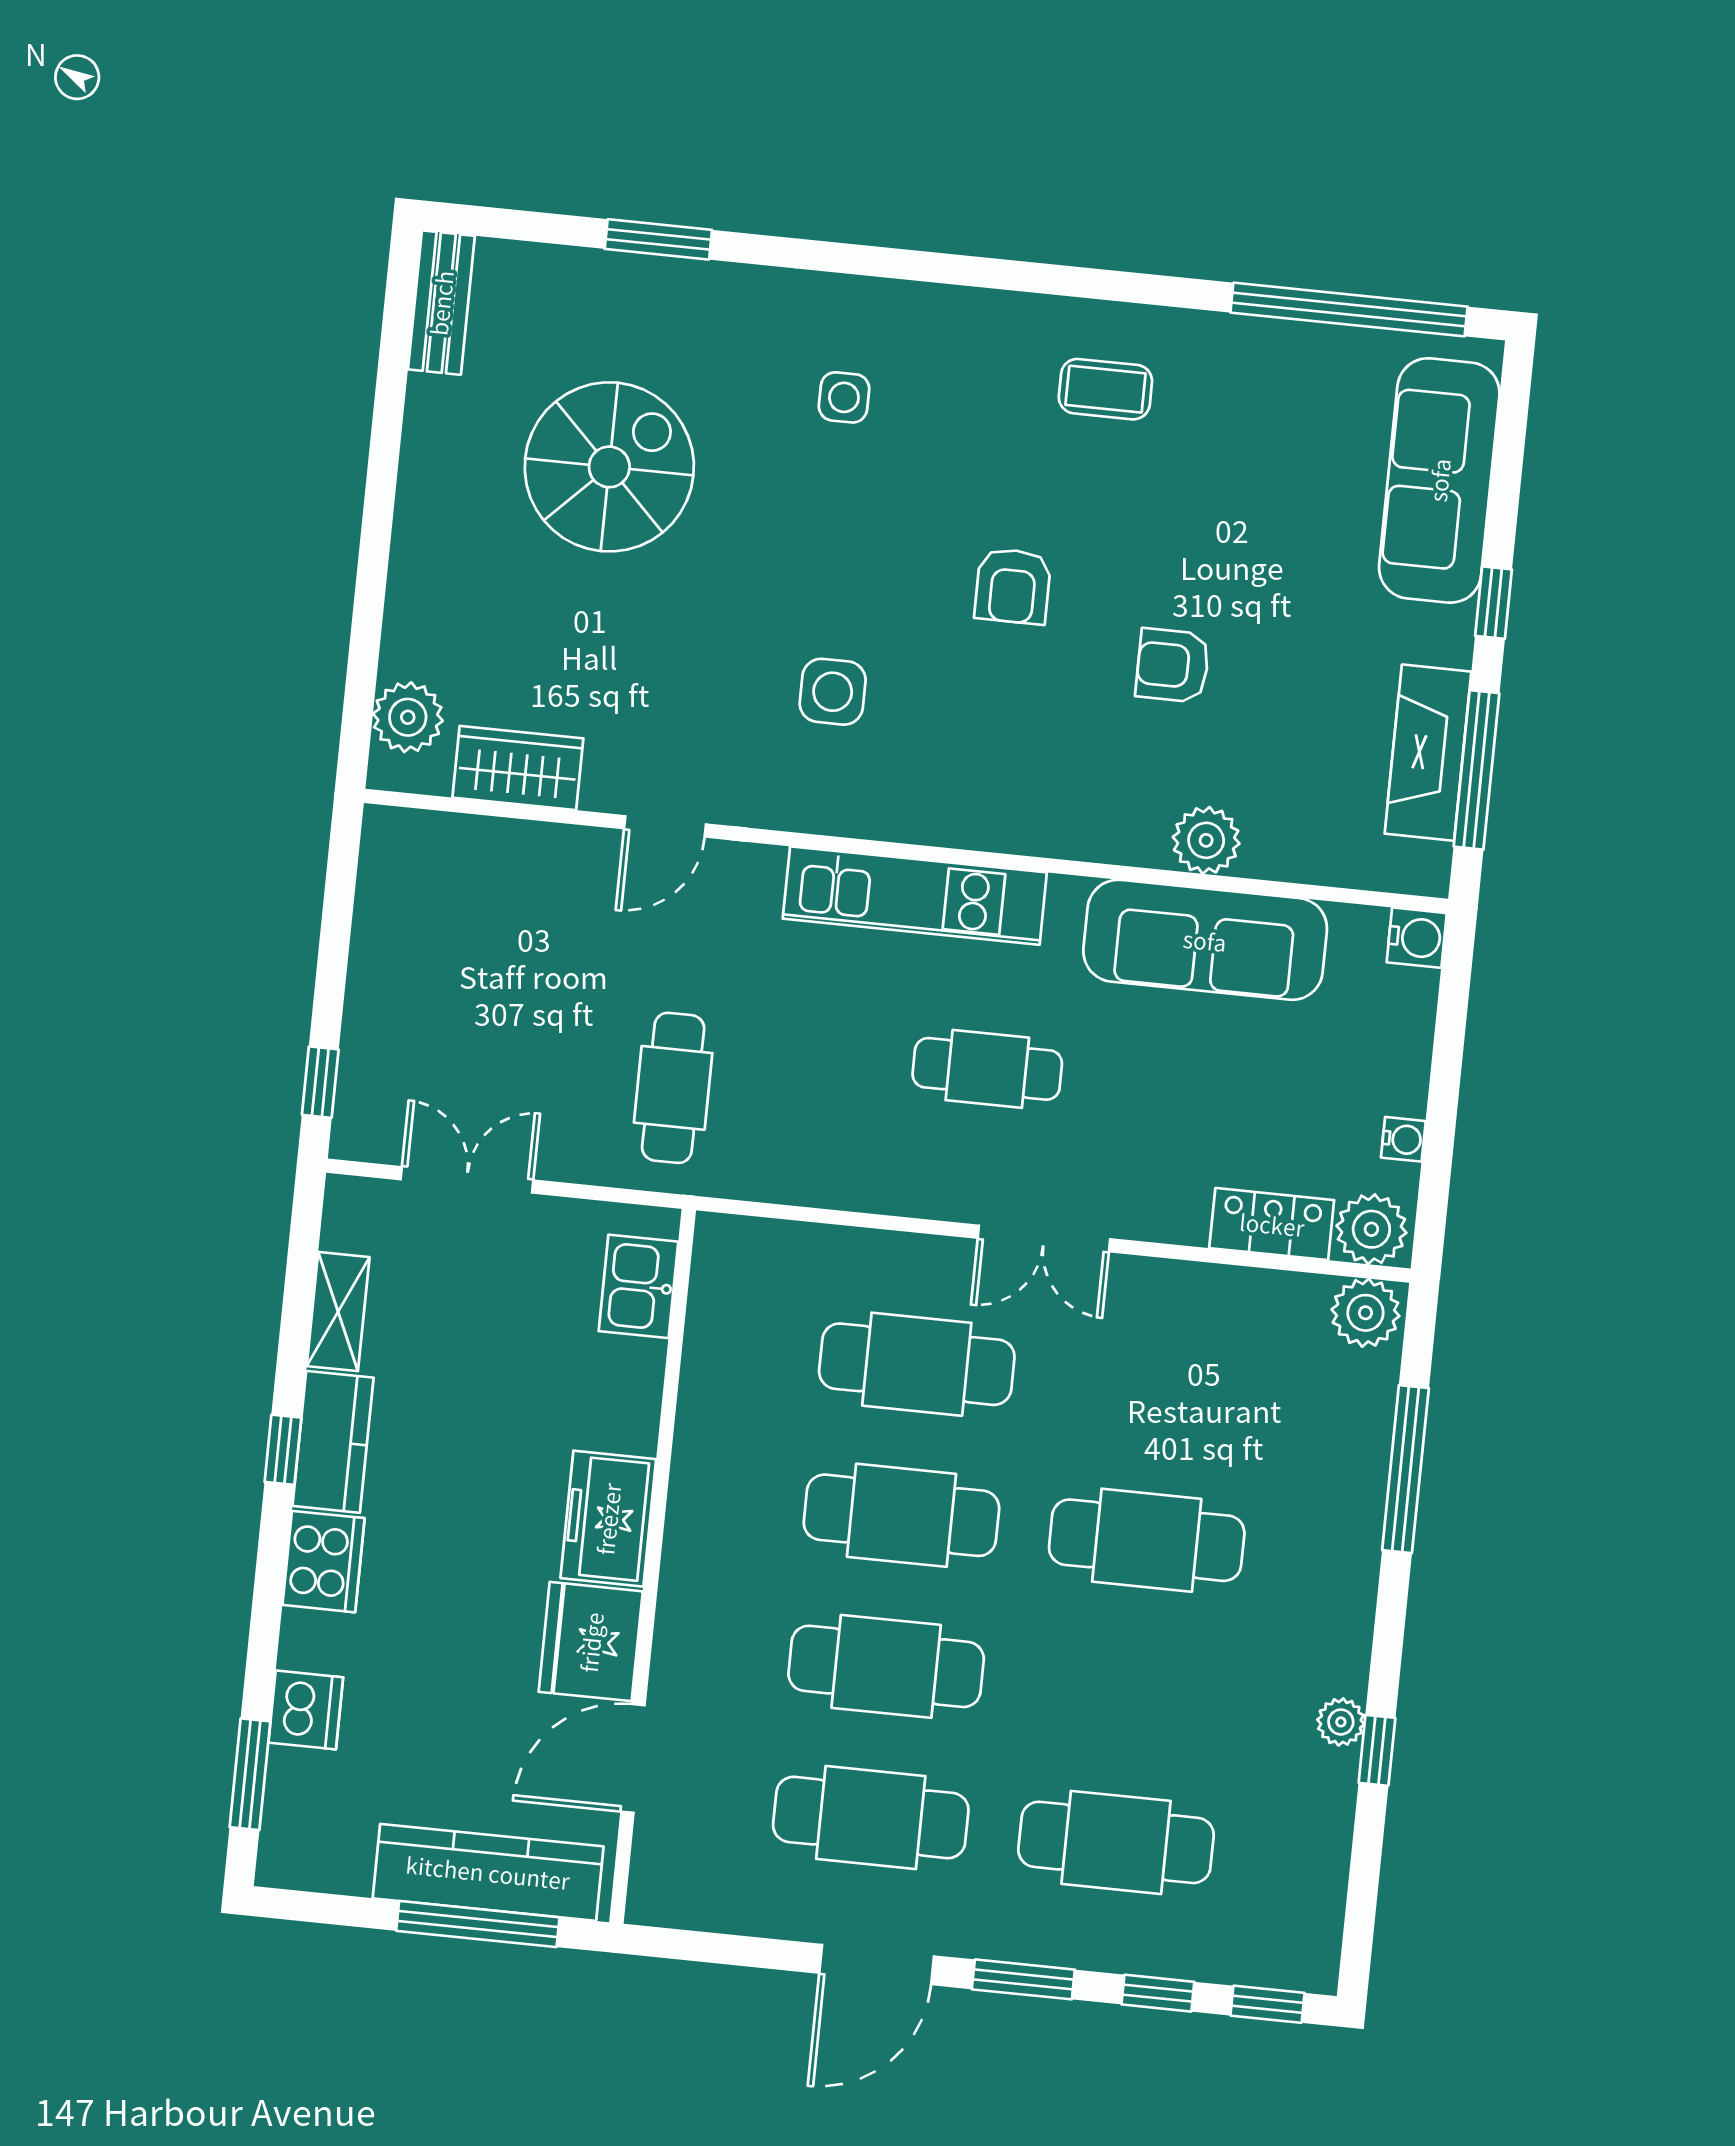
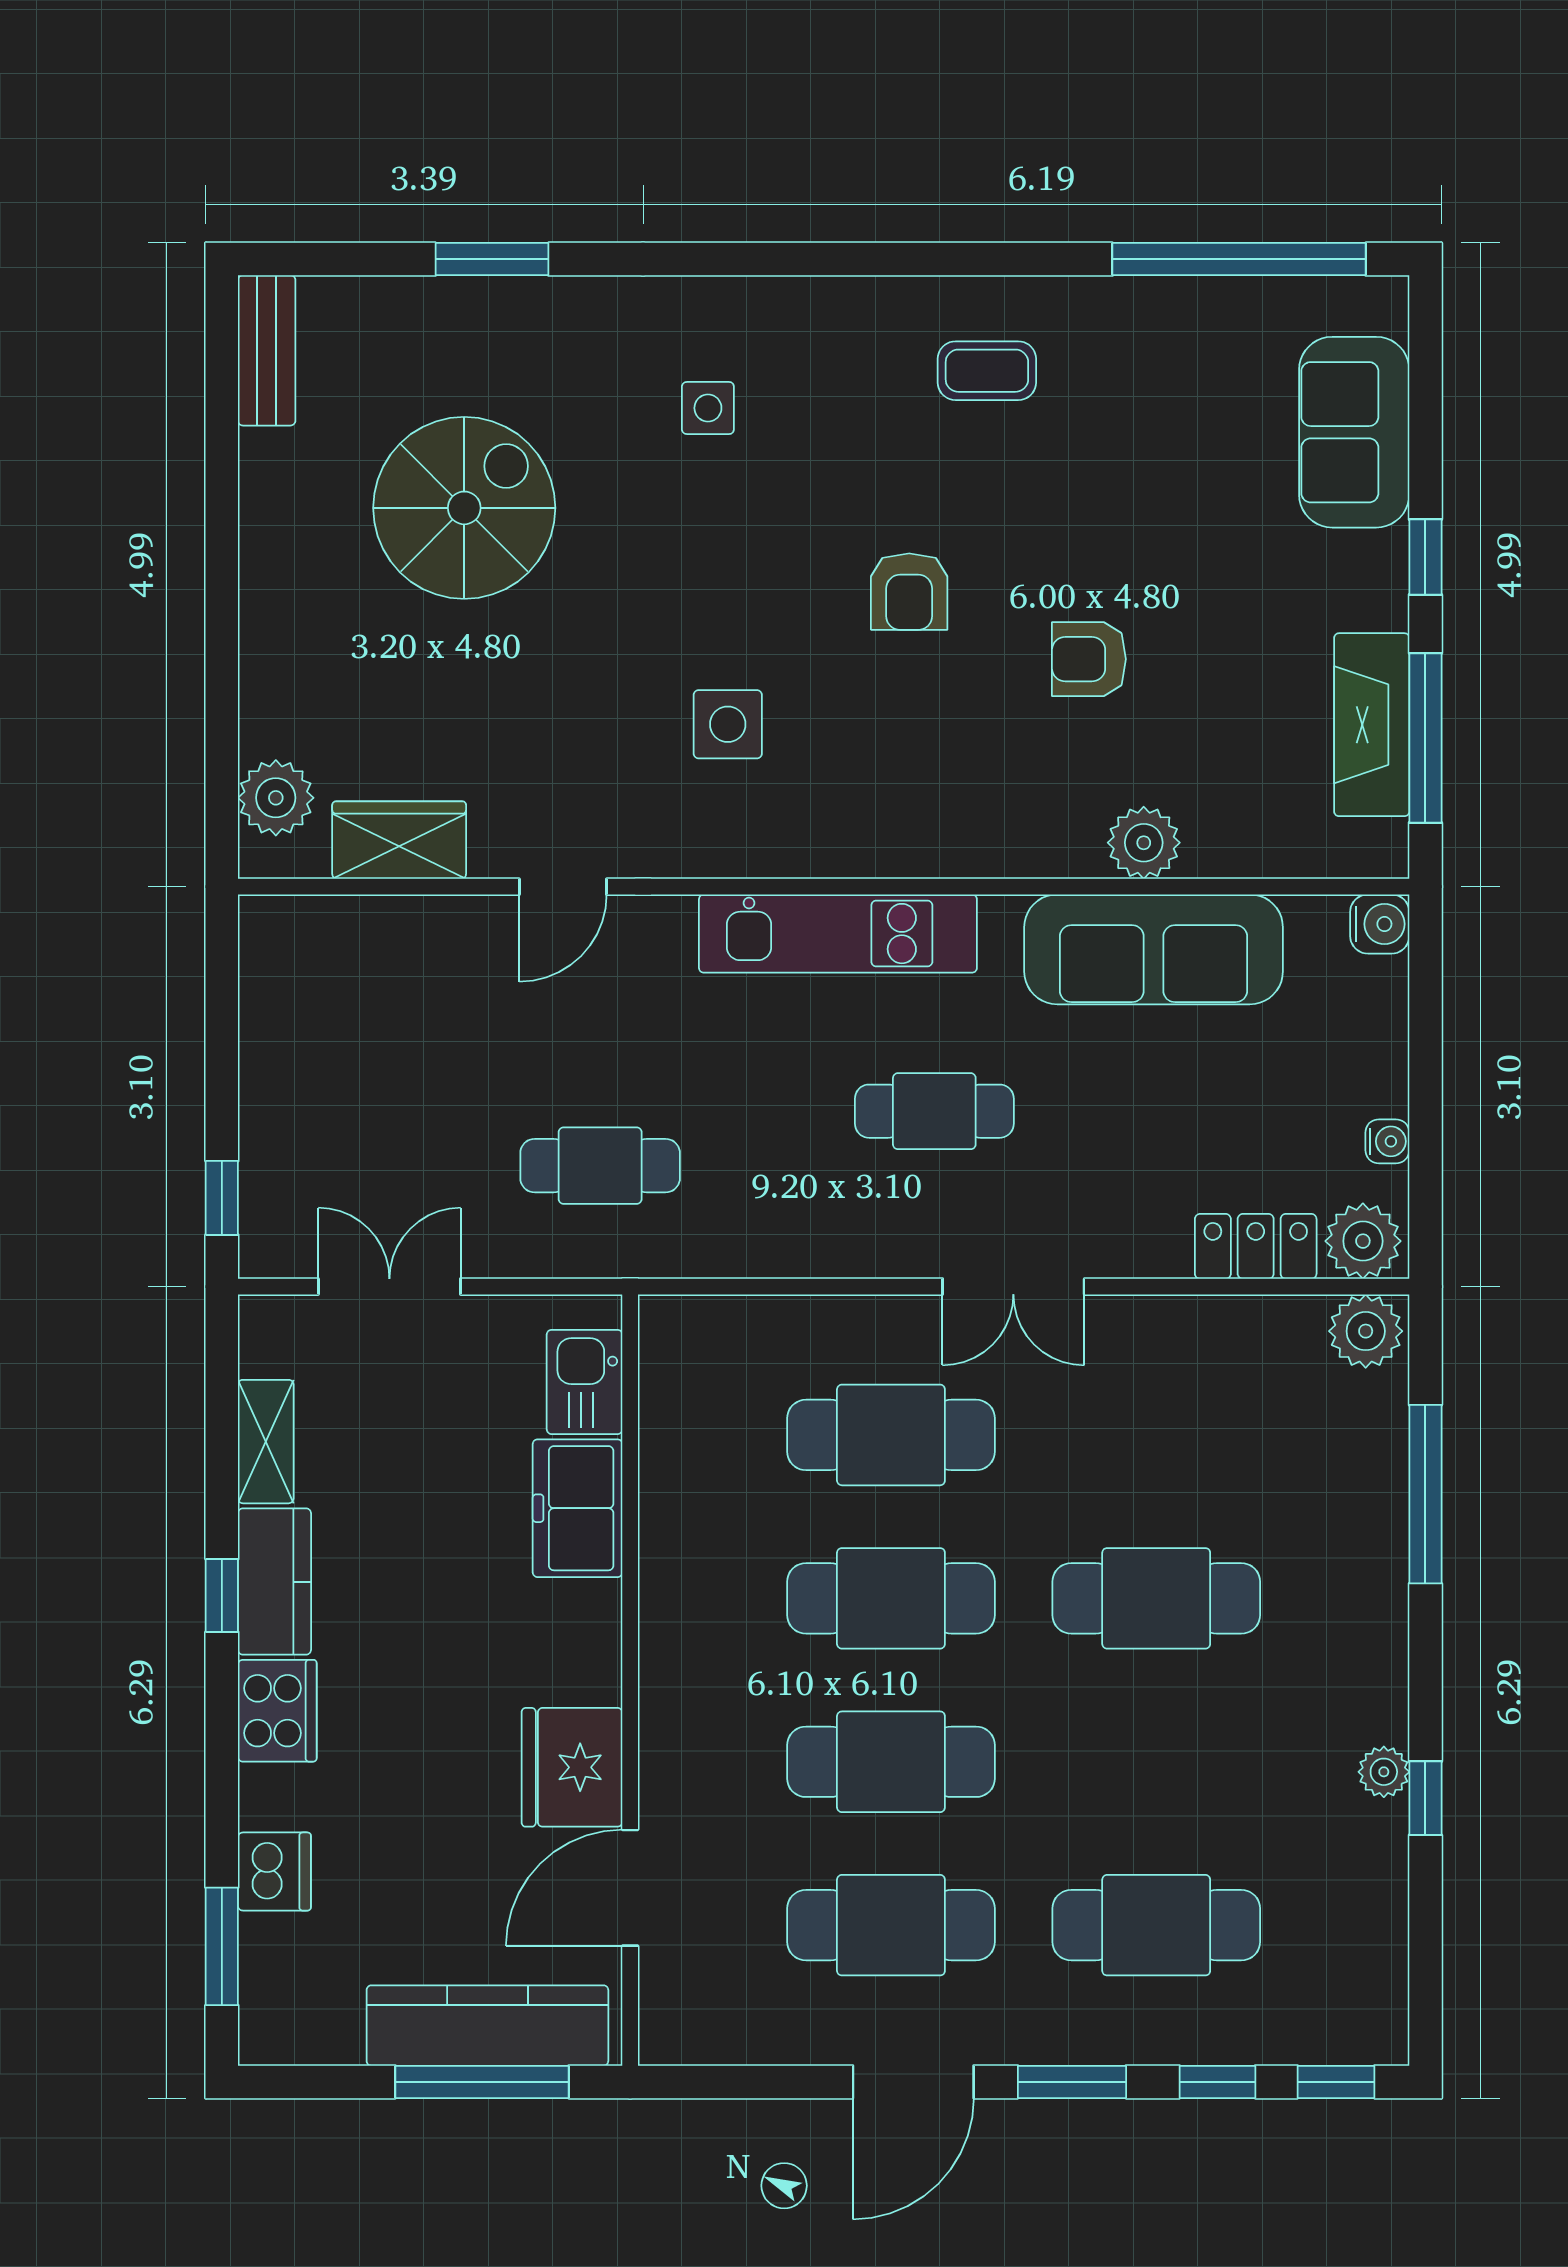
sofa: (1439, 480) -> (1354, 432), width x0.73
cafe table: (673, 1088) -> (600, 1166), turned 90
freezer: (608, 1519) -> (578, 1508), moved

